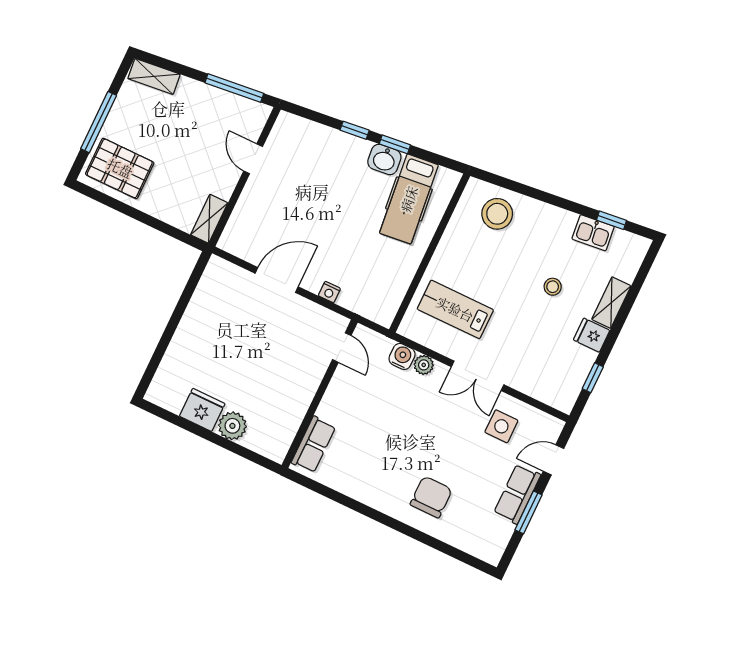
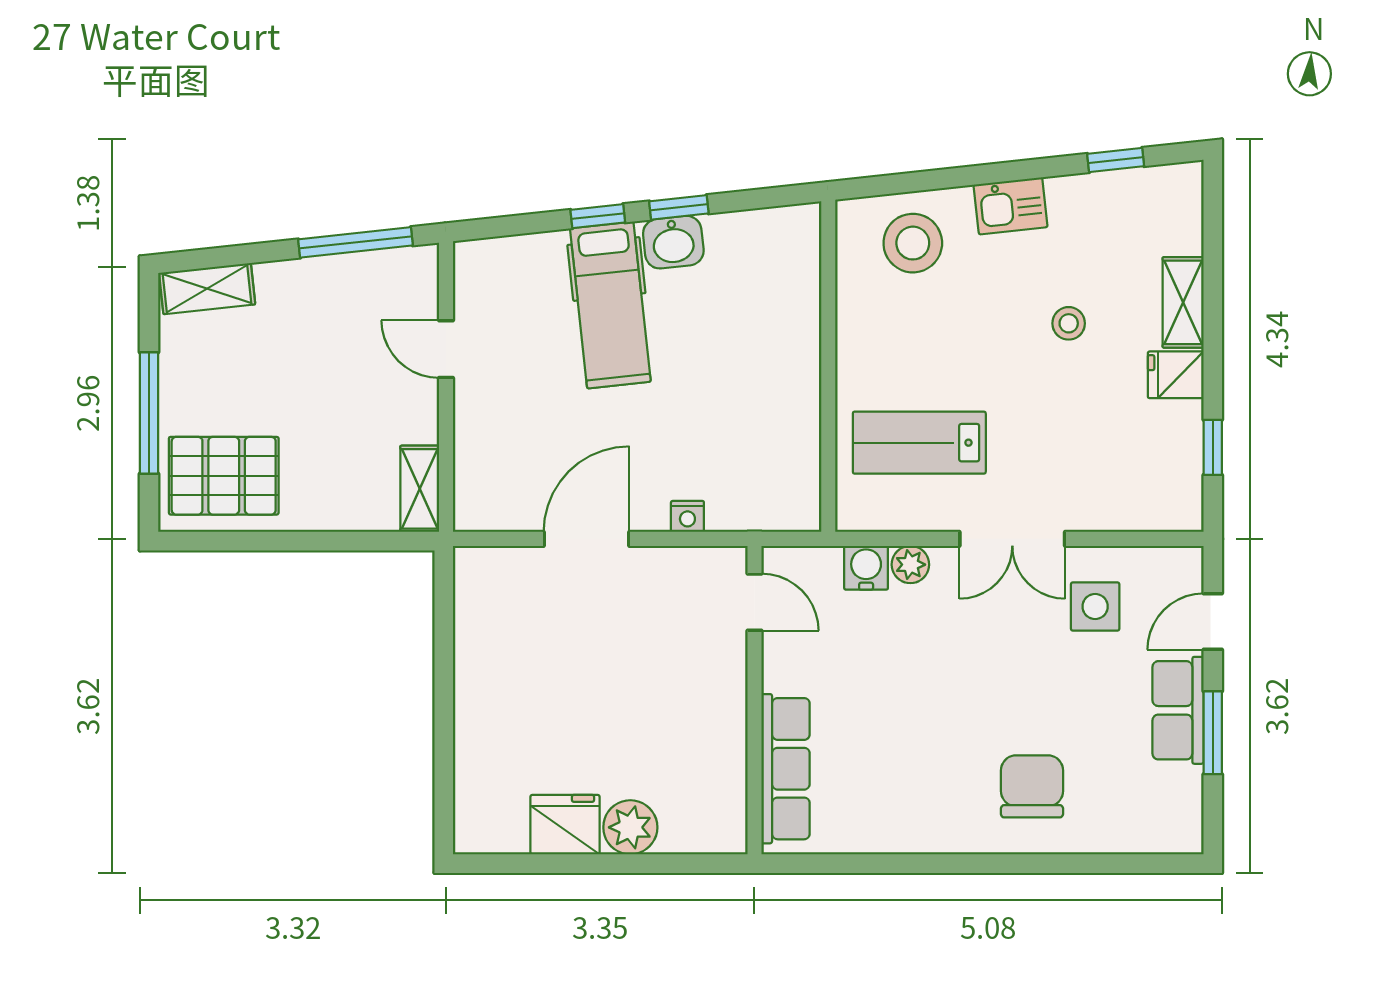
hospital bed: (409, 199) -> (610, 305), moved
kitchen sink: (593, 233) -> (1011, 206), moved
row of seats: (313, 445) -> (786, 769), width x1.48

